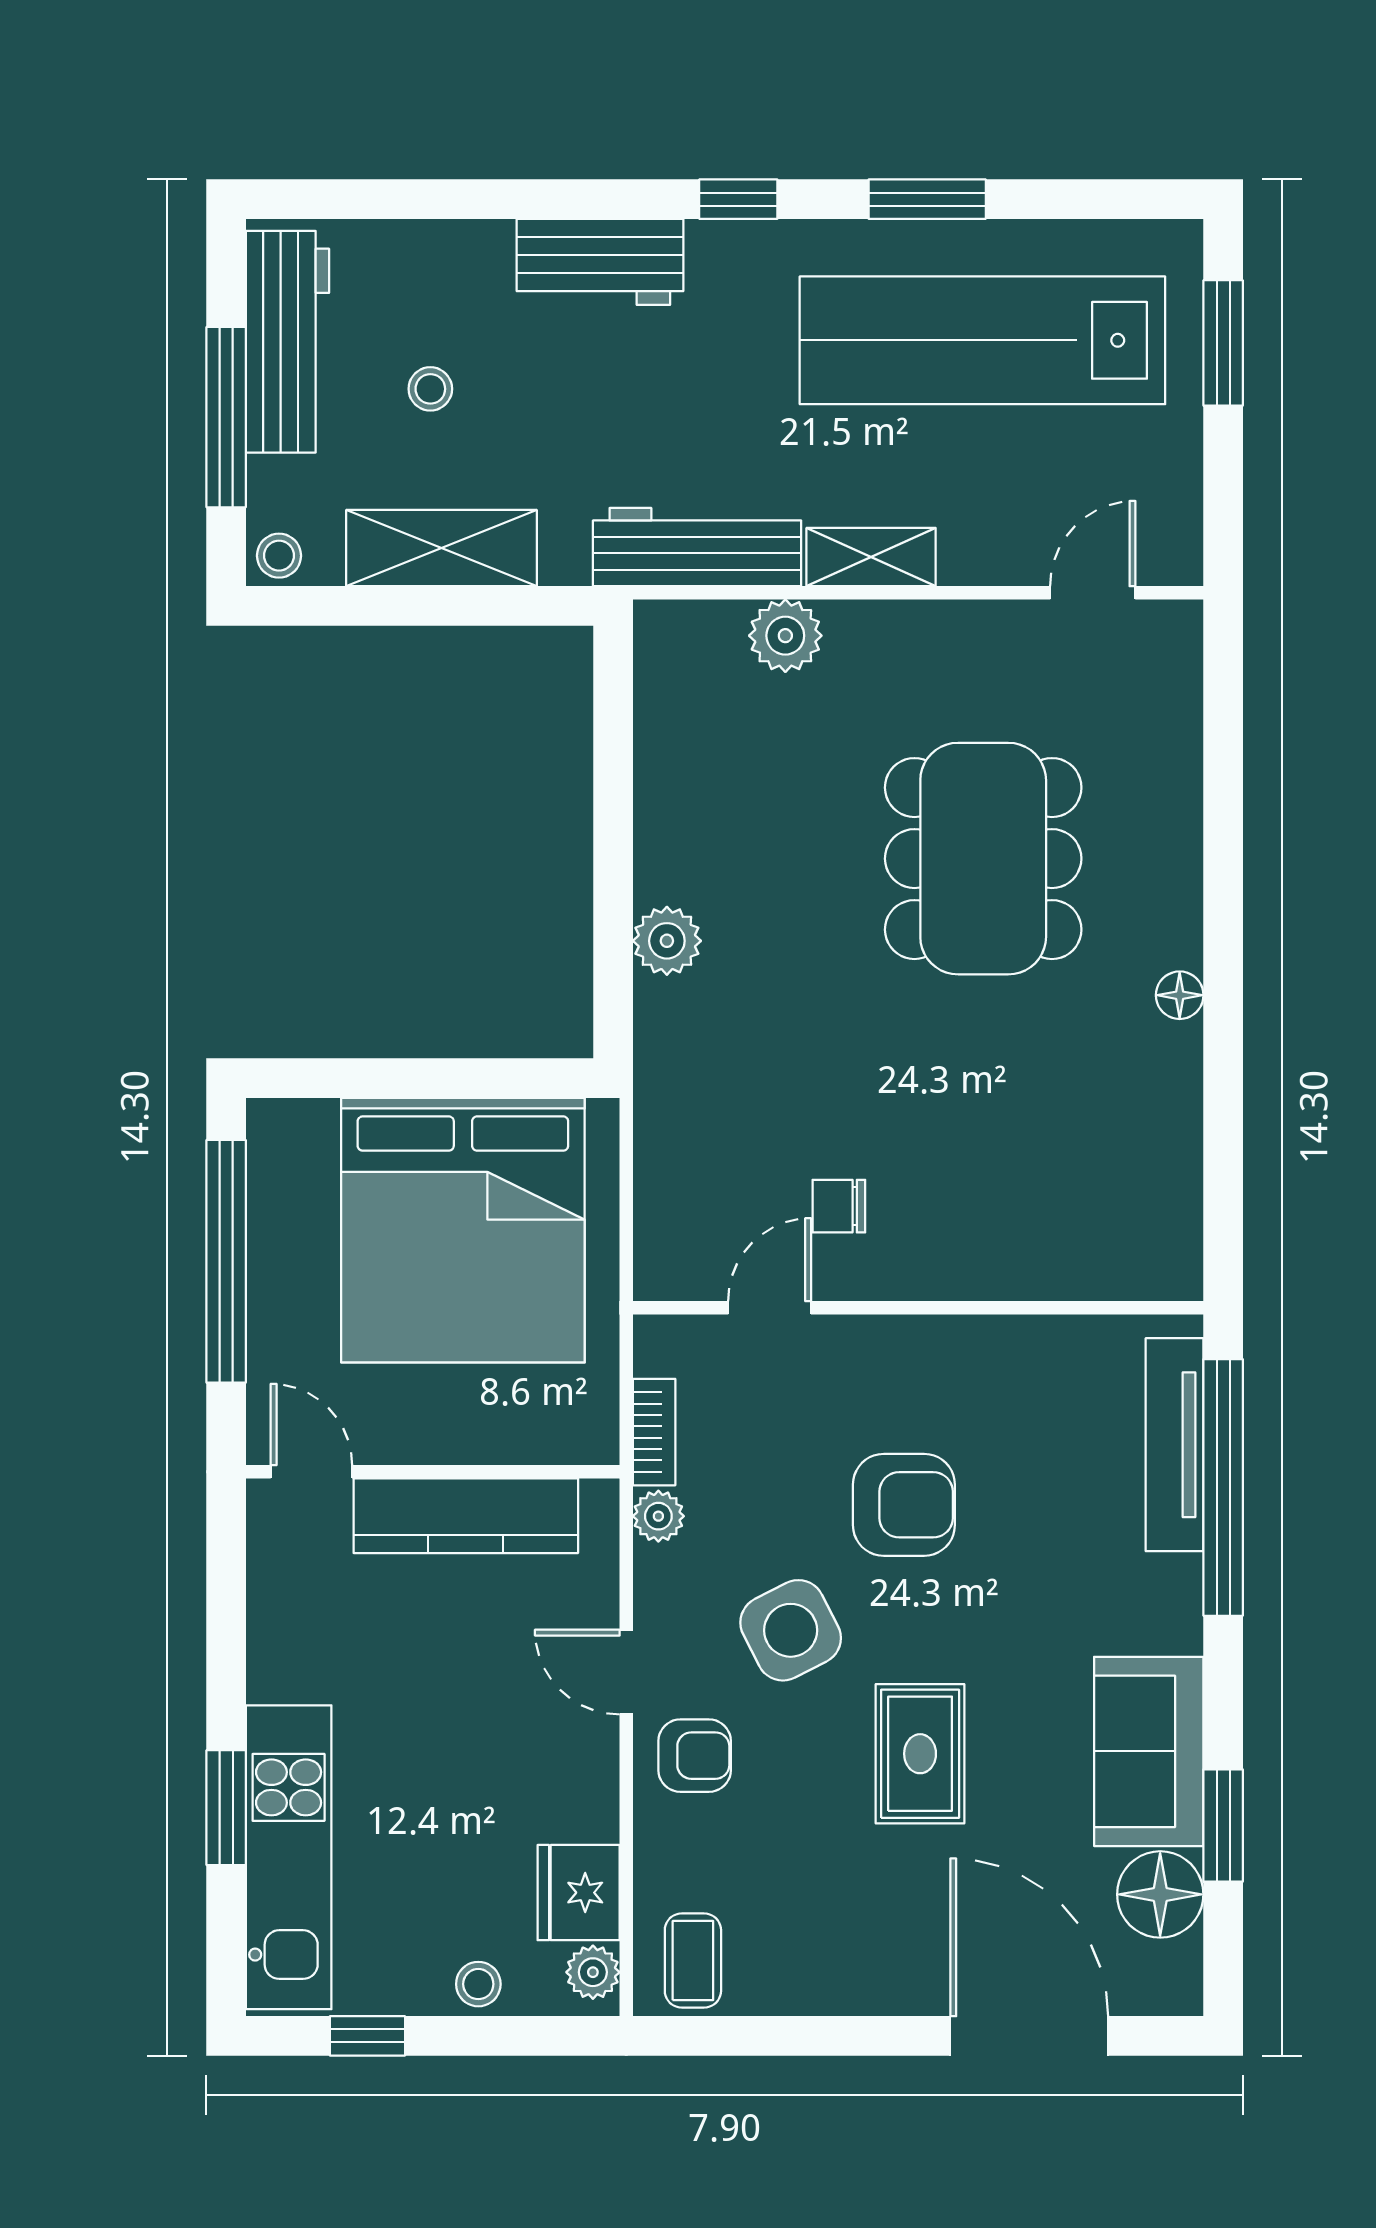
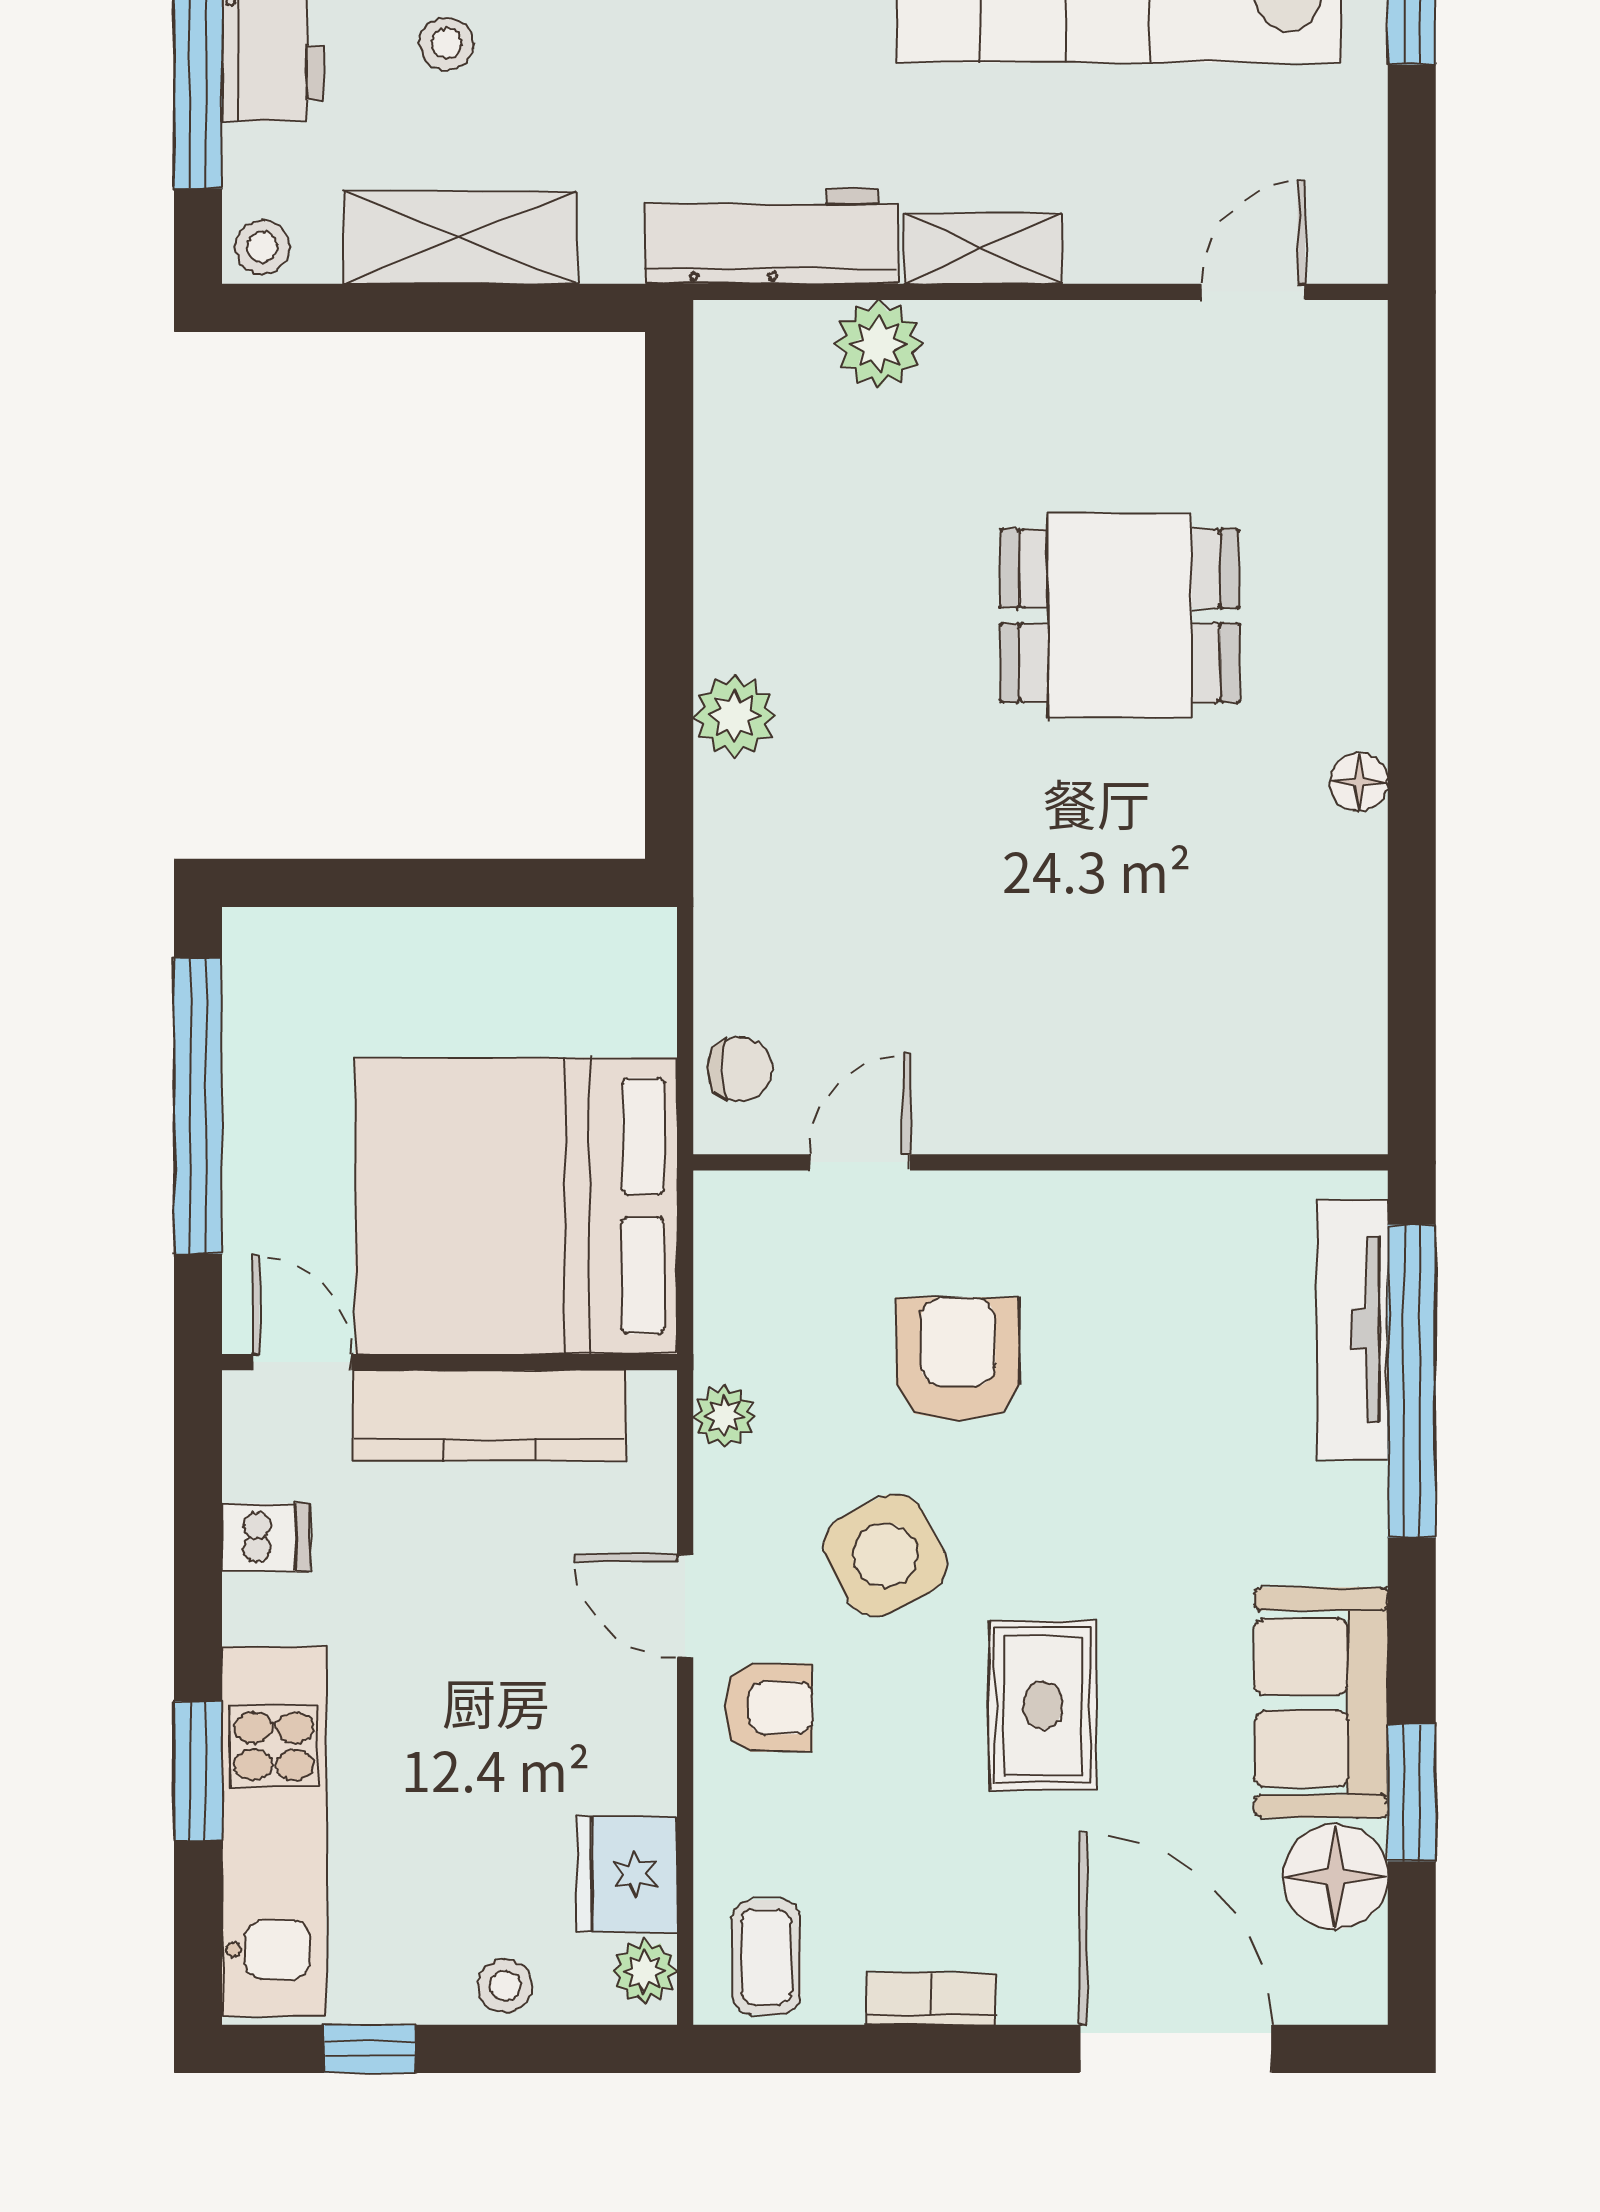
dining table: (983, 859) -> (1120, 616), width x0.73
chair: (839, 1206) -> (740, 1069), moved, turned 180
bed: (463, 1230) -> (516, 1206), moved, turned 90
bookcase: (654, 1432) -> (931, 1999), moved, turned -90
armchair: (904, 1505) -> (958, 1359), moved, turned -90
dishwasher: (282, 1616) -> (266, 1538), added

